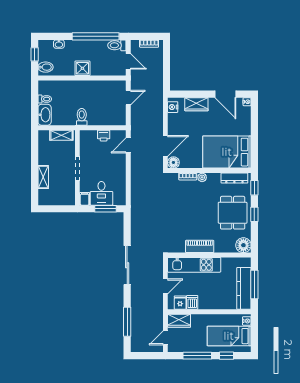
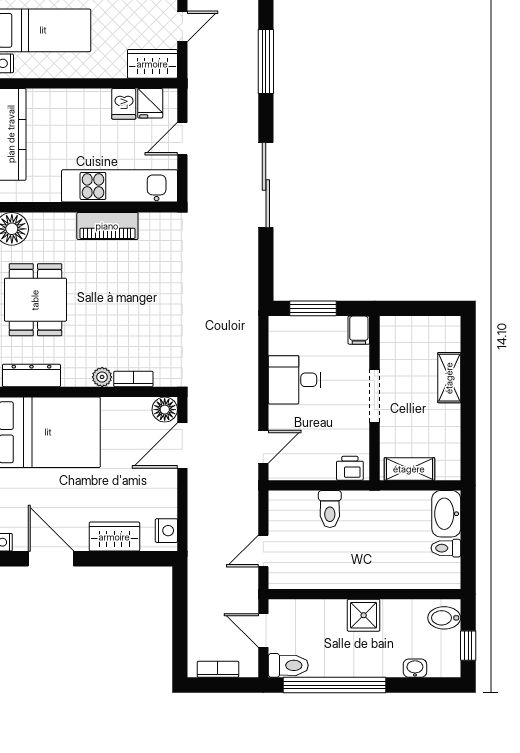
toilet: (82, 117) -> (330, 509), moved
printer: (104, 136) -> (350, 468), moved
desk: (101, 193) -> (295, 380), moved, turned -90

